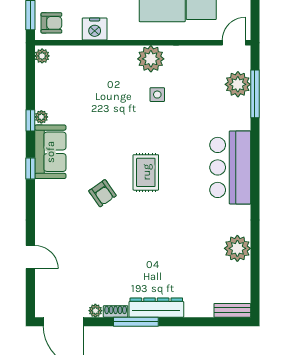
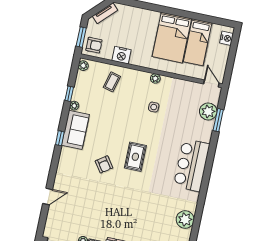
door: (234, 43) -> (211, 84), hinge flipped
plant: (151, 59) -> (155, 78), width x0.53, depth x0.53
coffee table: (89, 71) -> (112, 82), added
window: (255, 94) -> (218, 120), width x0.69
window: (30, 120) -> (69, 94), moved
door: (30, 257) -> (48, 196), hinge flipped

